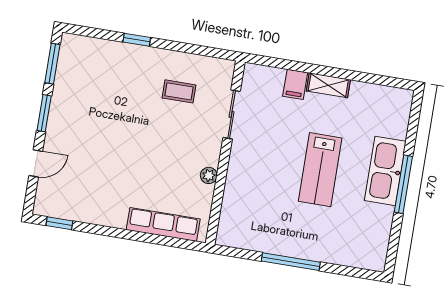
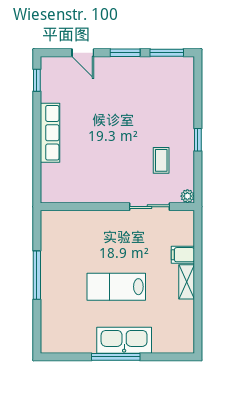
window: (137, 40) -> (198, 140), moved
plant: (209, 175) -> (187, 196), moved
row of seats: (163, 224) -> (50, 133), moved

